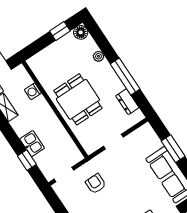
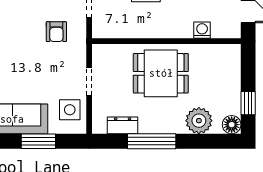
plant: (99, 56) -> (199, 121), width x1.88, depth x1.88
side table: (140, 142) -> (70, 110), added
armchair: (96, 184) -> (56, 32), turned 90

